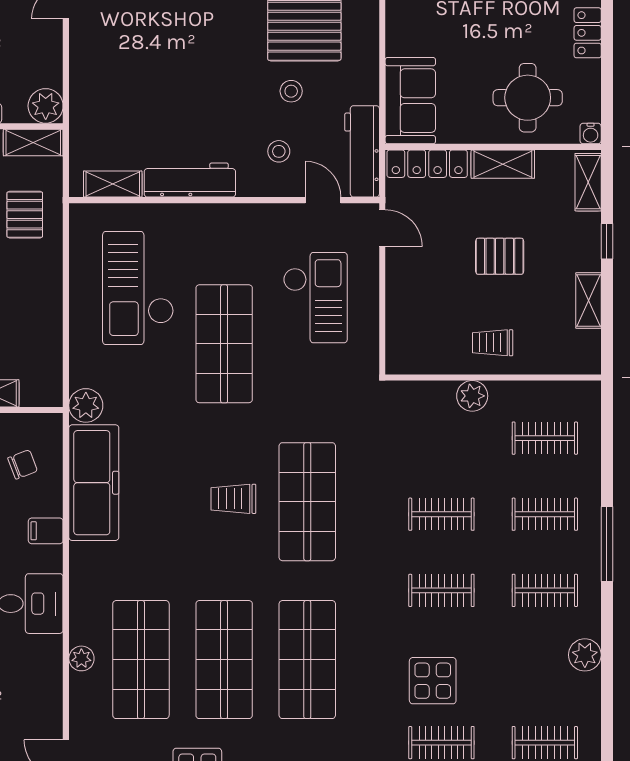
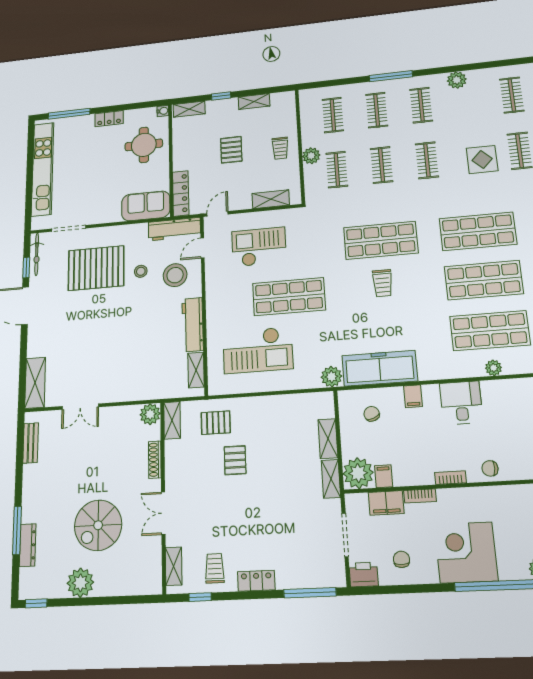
stool: (279, 151) -> (175, 275), width x1.89, depth x1.89
shelving: (503, 164) -> (271, 199), moved, turned 90
clothes rail: (441, 438) -> (337, 170), added

